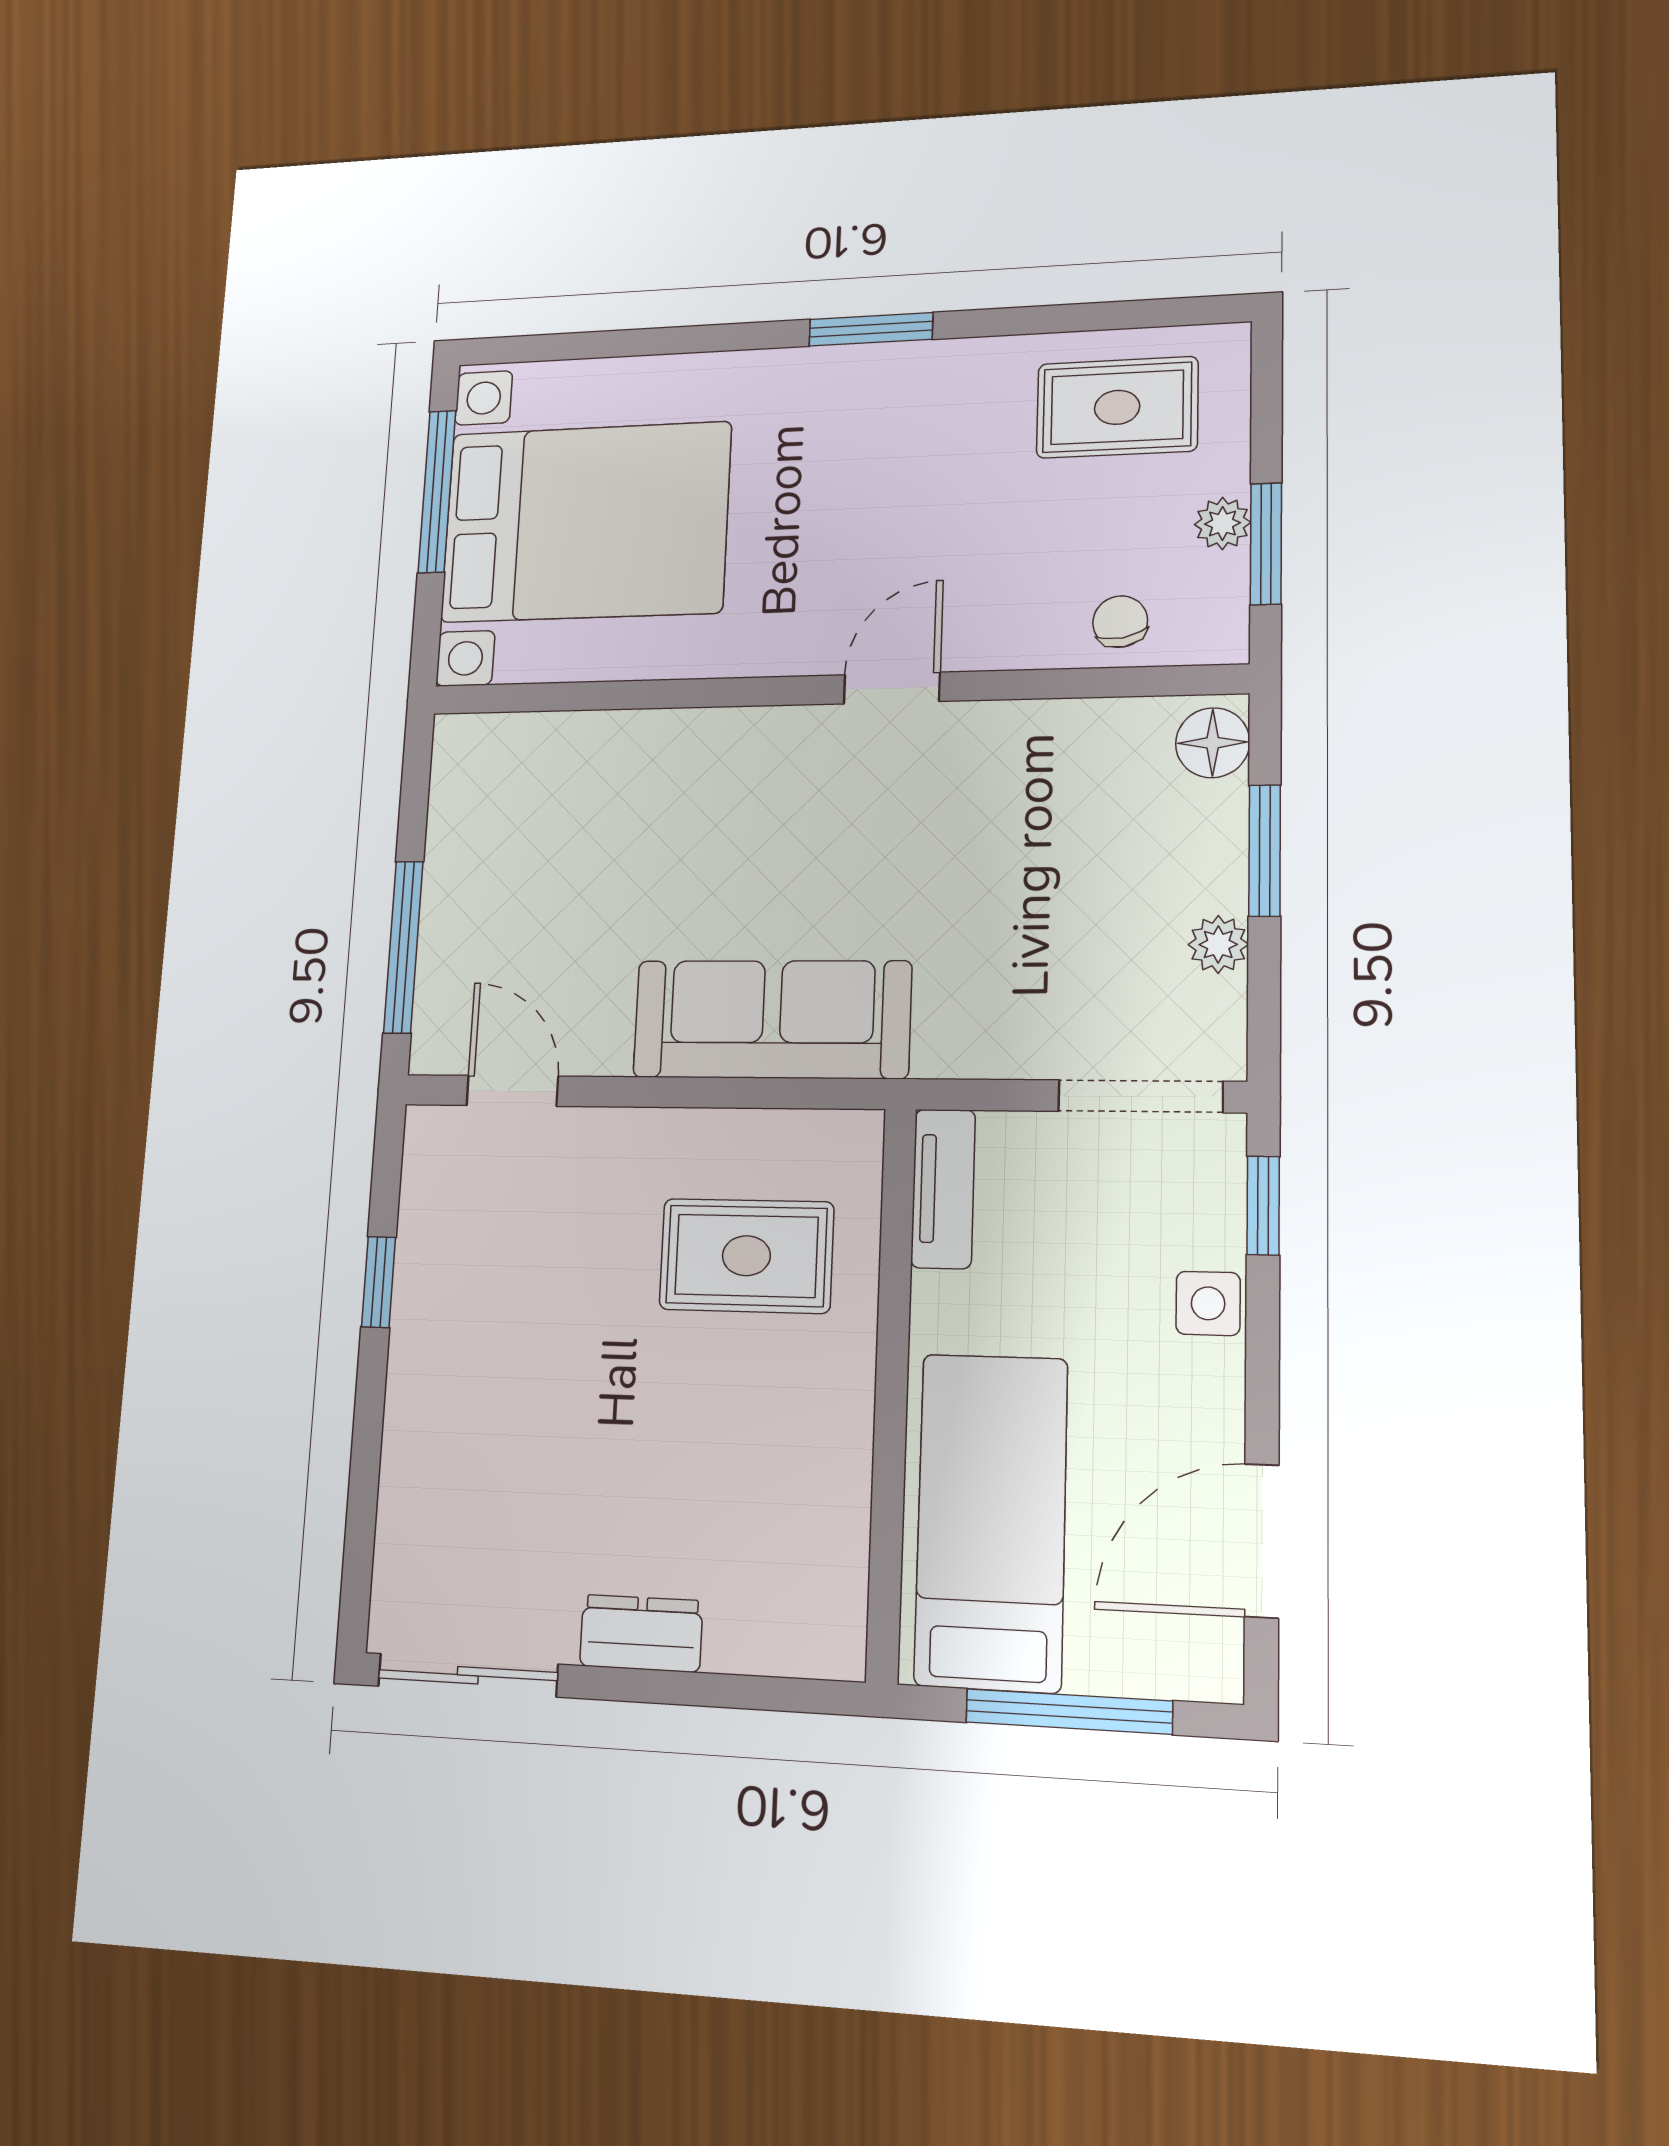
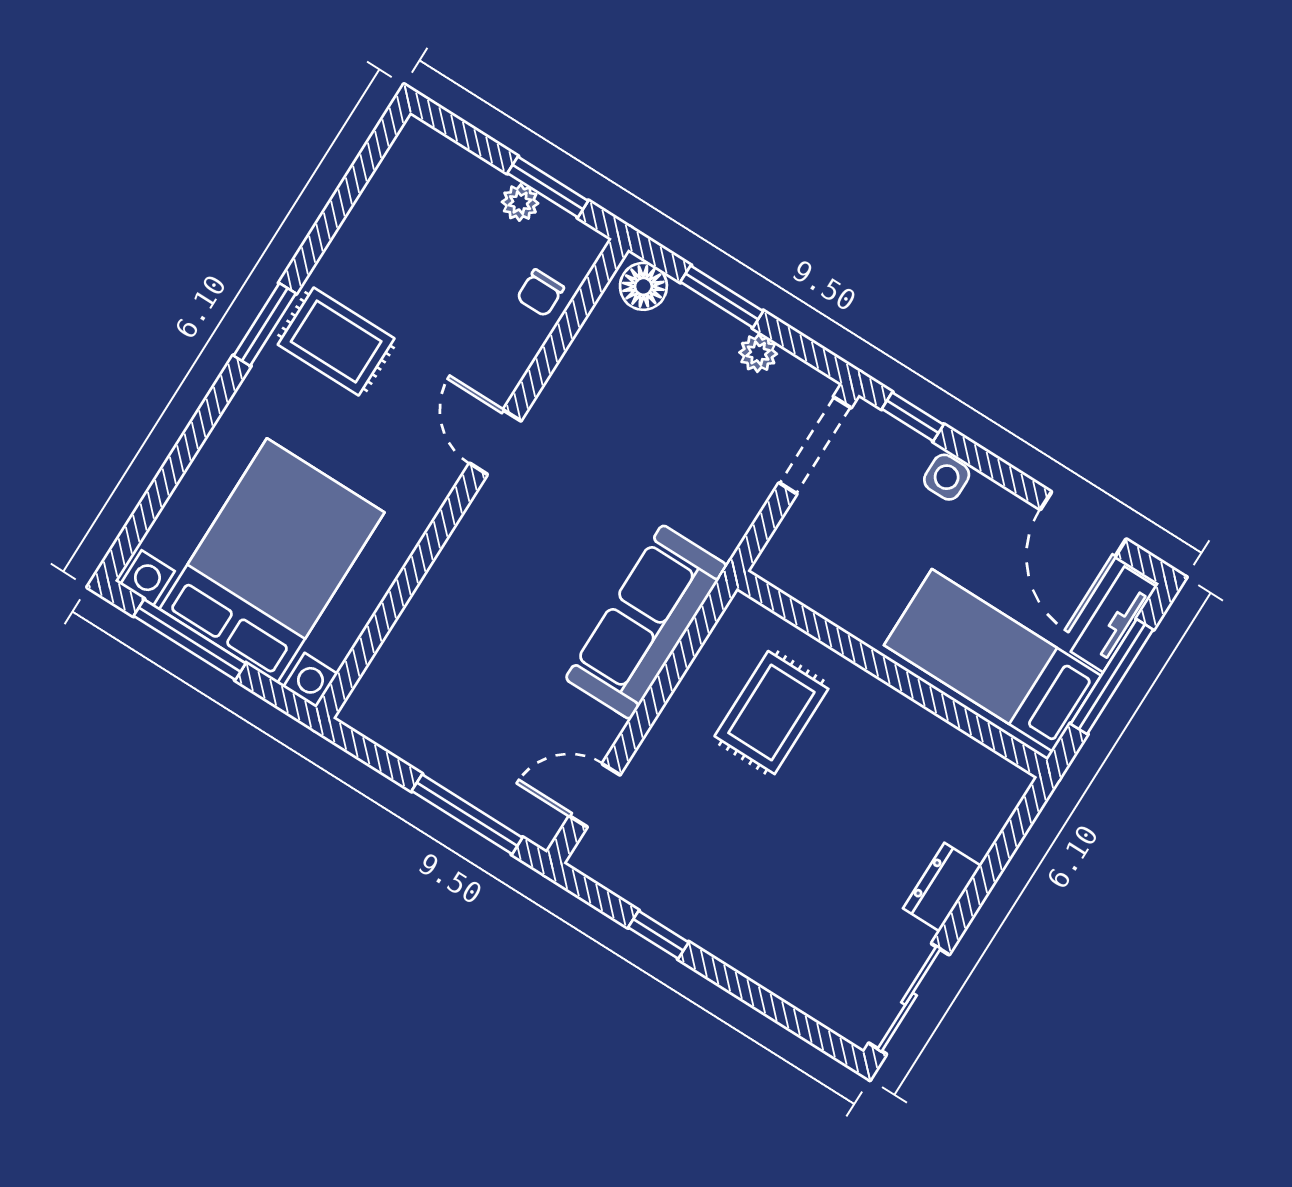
rug: (1117, 407) -> (336, 342), moved, turned 90
chair: (1120, 622) -> (540, 293), turned -80
tv unit: (943, 1189) -> (1114, 619), moved, turned -90

